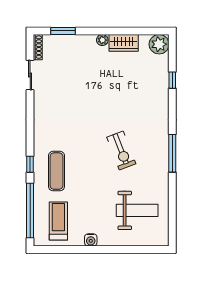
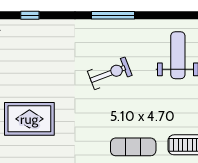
rug: (81, 80) -> (29, 119), added

